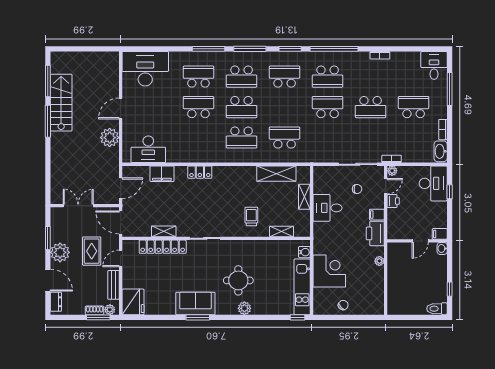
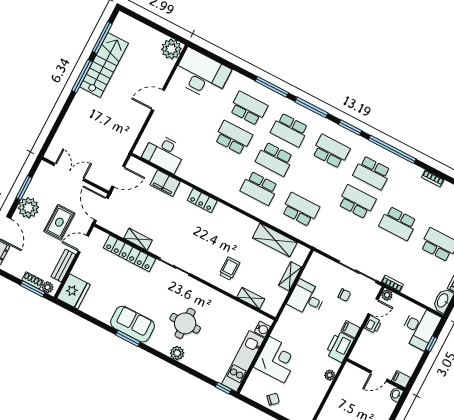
plant: (110, 138) -> (171, 49), moved

